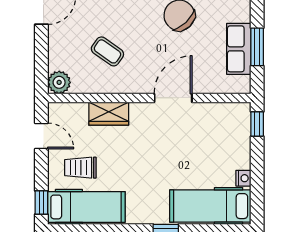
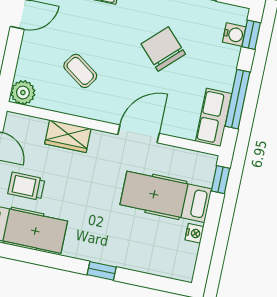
window: (257, 47) -> (238, 99), width x1.44
row of seats: (239, 49) -> (214, 117), moved
hospital bed: (210, 206) -> (166, 197), moved

